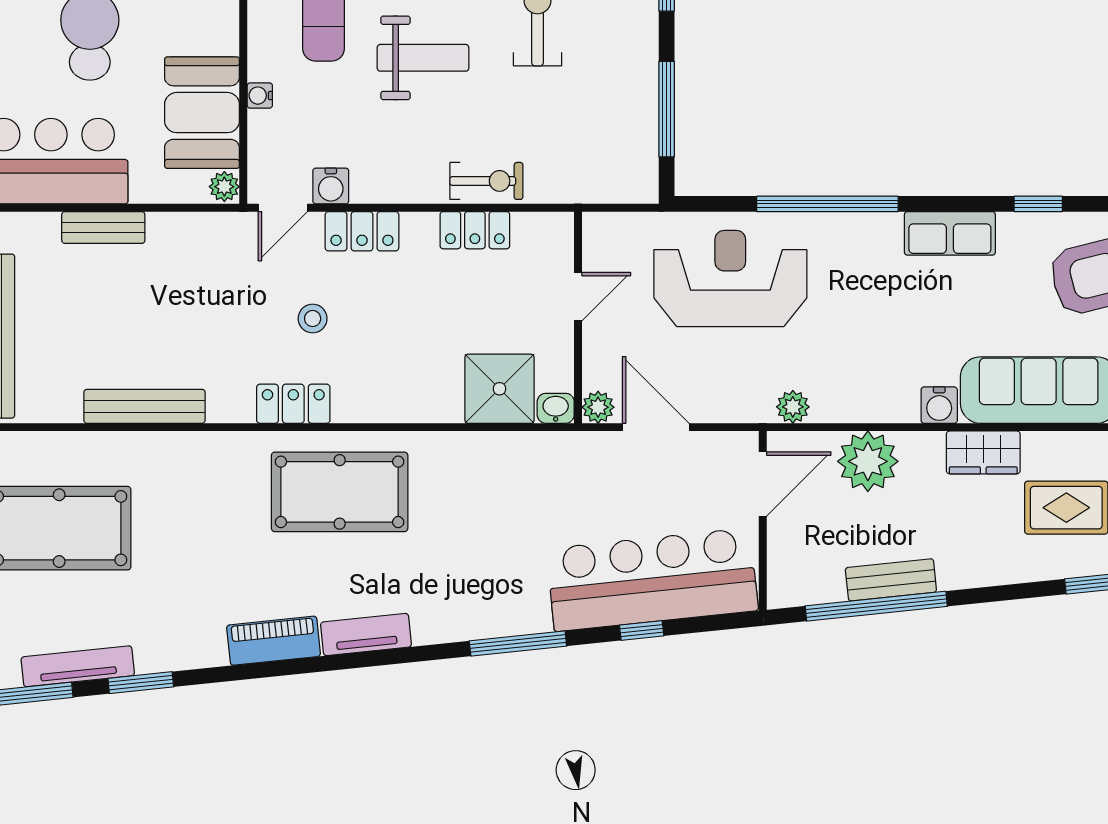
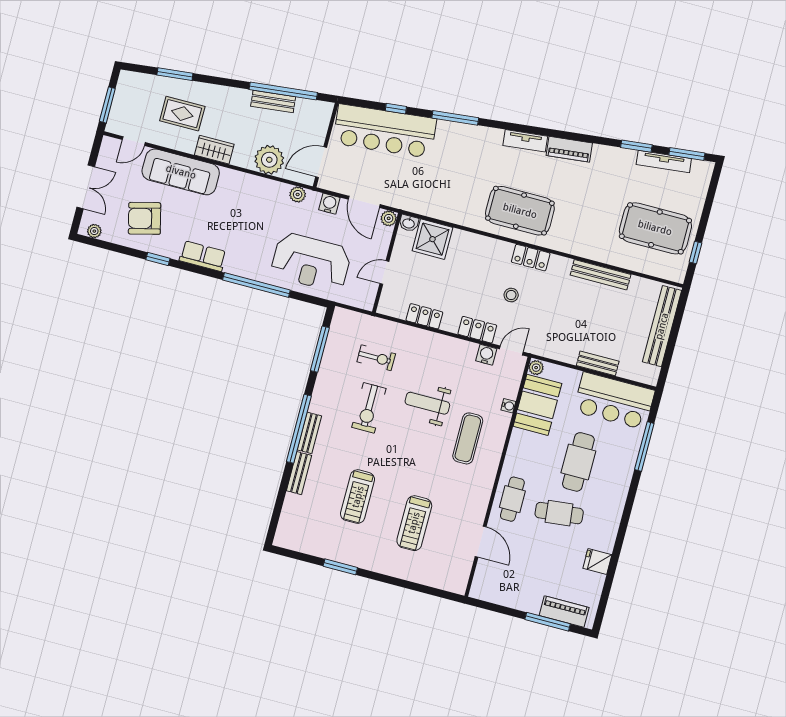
exercise bike: (486, 181) -> (376, 358), moved, turned 180
water cooler: (939, 405) -> (329, 204), moved

